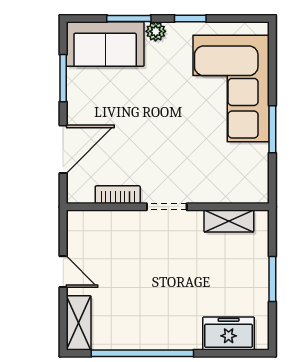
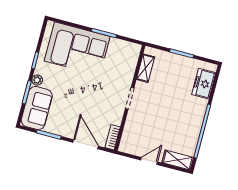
bookcase: (118, 195) -> (113, 137), moved

